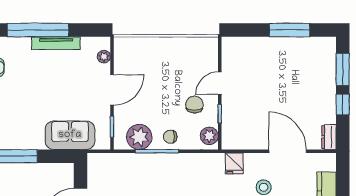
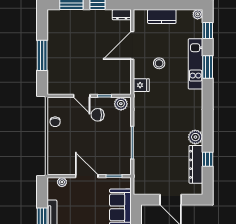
window: (290, 30) -> (42, 55), moved
plant: (139, 137) -> (122, 156), removed
chair: (170, 137) -> (55, 122), moved

